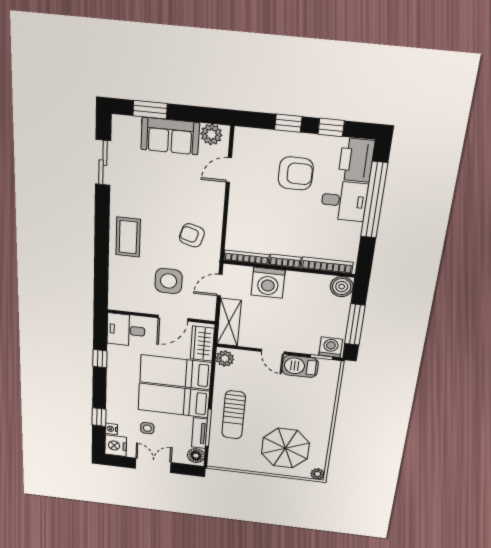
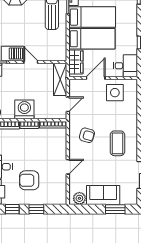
door: (229, 170) -> (68, 167), moved
coffee table: (128, 237) -> (117, 143), moved
side table: (169, 281) -> (115, 93), moved
washing machine: (268, 283) -> (24, 109), moved
plant: (225, 359) -> (61, 53), removed

